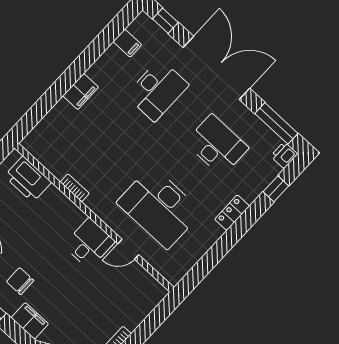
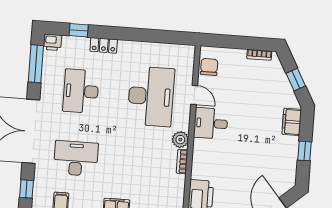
plant: (97, 203) -> (180, 140), added
locker: (232, 213) -> (104, 45), moved
chair: (20, 281) -> (209, 67), moved, turned 180

